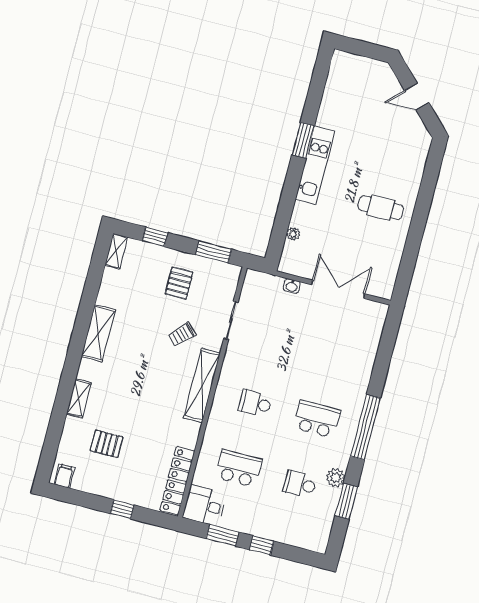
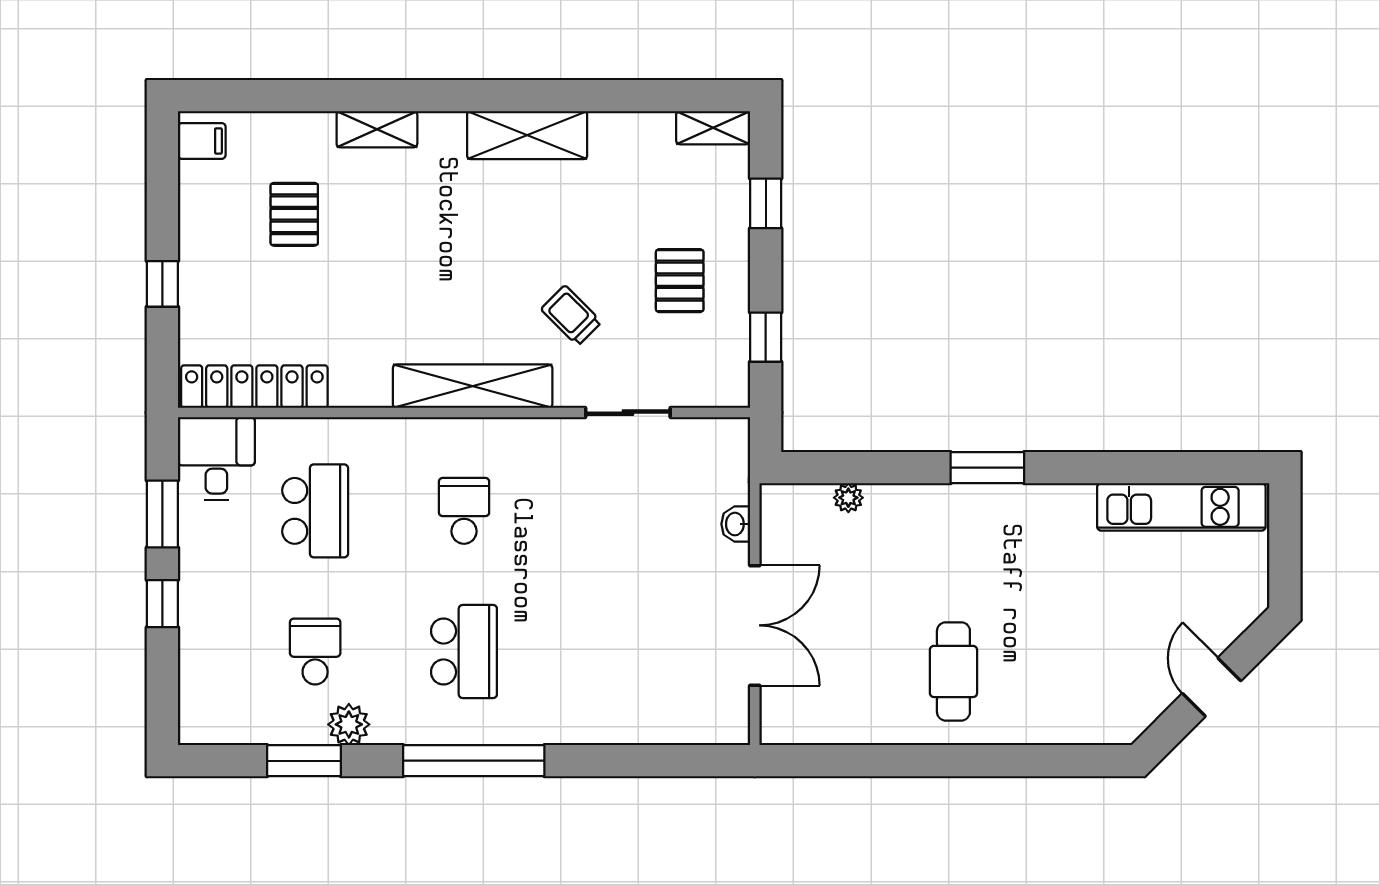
window: (303, 140) -> (987, 468), moved
kitchen unit: (315, 165) -> (1181, 507), moved
window: (213, 252) -> (766, 337), width x0.67
pallet: (179, 283) -> (680, 281), turned 90

